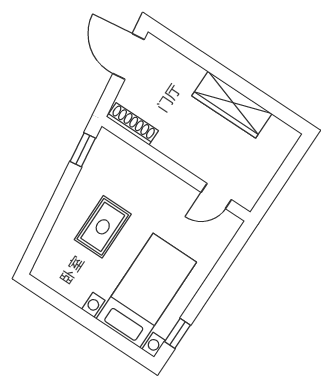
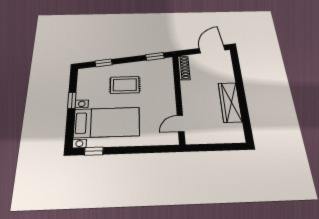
door: (216, 196) -> (181, 124), hinge flipped
window: (43, 231) -> (104, 63), added
window: (78, 314) -> (72, 100), added

